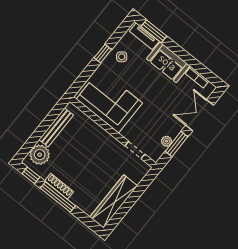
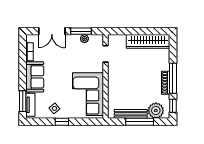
window: (41, 130) -> (140, 122), added

